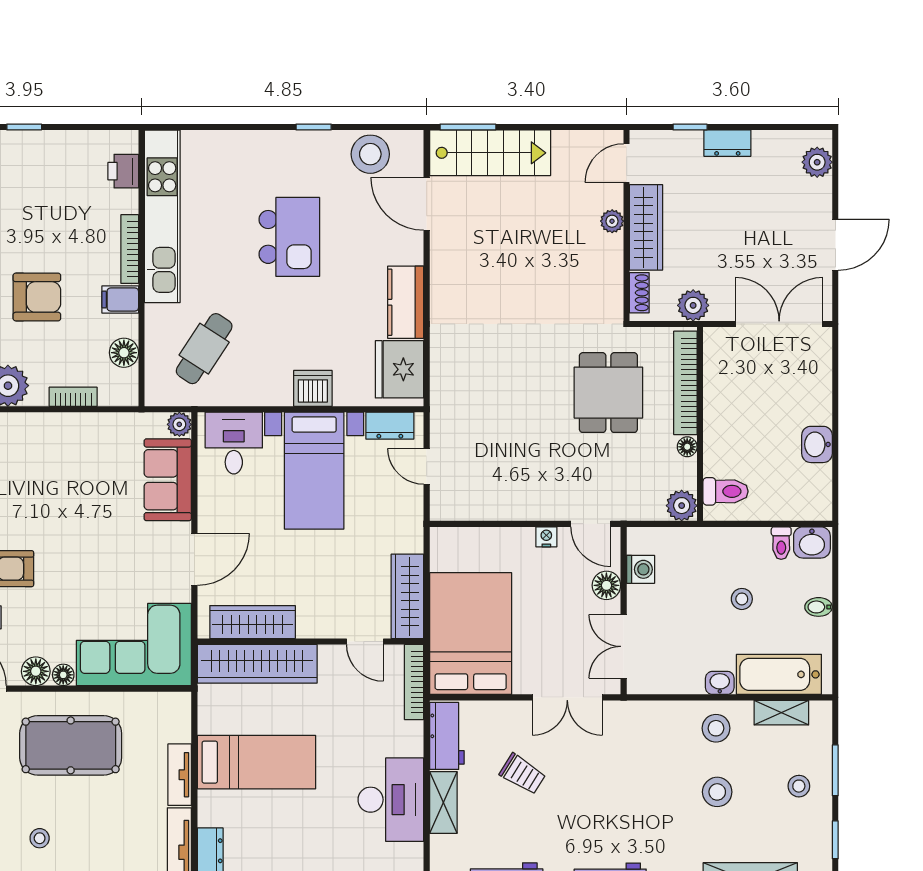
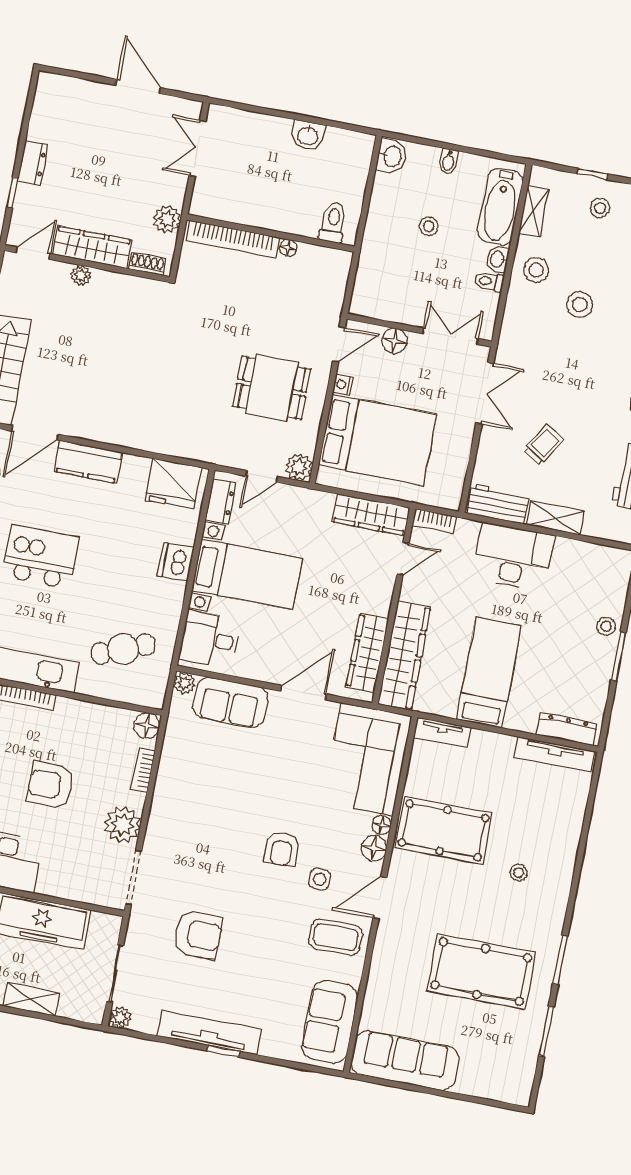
plant: (817, 162) -> (64, 88), removed
door: (627, 163) -> (33, 253), swing flipped
armchair: (37, 297) -> (51, 785), turned -90
filing cabinet: (120, 300) -> (67, 713), removed
kitchen counter: (406, 302) -> (88, 462), moved
double door: (779, 324) -> (197, 148), width x0.73
cafe table: (204, 349) -> (123, 649), turned -55
floor lamp: (124, 353) -> (147, 726), moved
dining table: (608, 393) -> (272, 388), moved
plant: (682, 506) -> (299, 467), moved
toilet: (781, 543) -> (489, 281), moved, turned 180
door: (194, 559) -> (304, 693), hinge flipped
washing machine: (641, 569) -> (386, 309), removed
bed: (471, 634) -> (378, 440), moved, turned 180
double door: (624, 646) -> (450, 336), swing flipped
bookcase: (414, 682) -> (434, 521), width x0.64
pool table: (71, 745) -> (444, 830), turned 90
window: (835, 770) -> (592, 174), width x0.67
tv unit: (180, 775) -> (442, 732), moved
stool: (717, 792) -> (580, 305), moved
desk: (391, 800) -> (513, 557), moved

